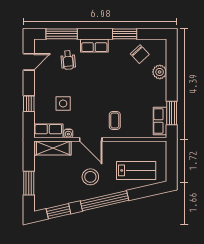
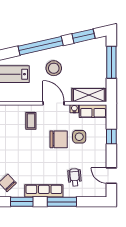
window: (62, 34) -> (62, 202), moved
row of seats: (94, 46) -> (44, 191), width x1.48
door: (29, 62) -> (111, 176), hinge flipped
chair: (85, 101) -> (59, 139), added
window: (29, 183) -> (111, 62), width x1.44

